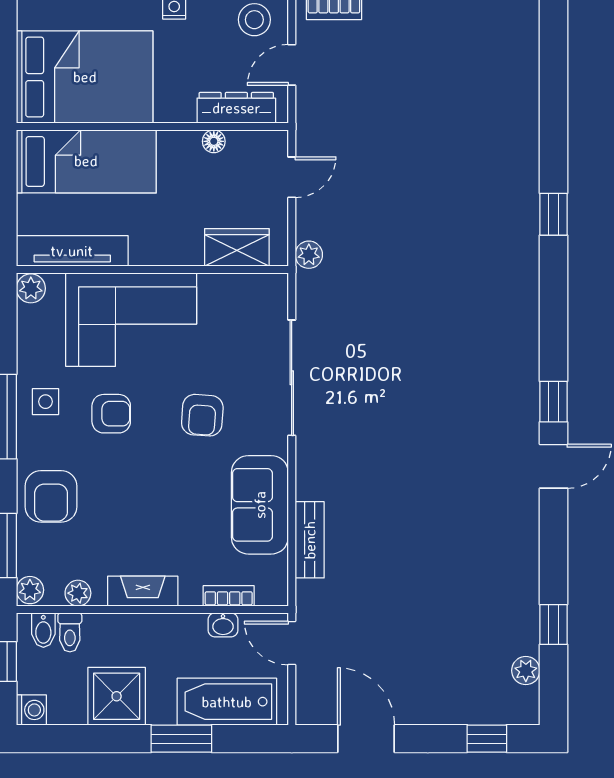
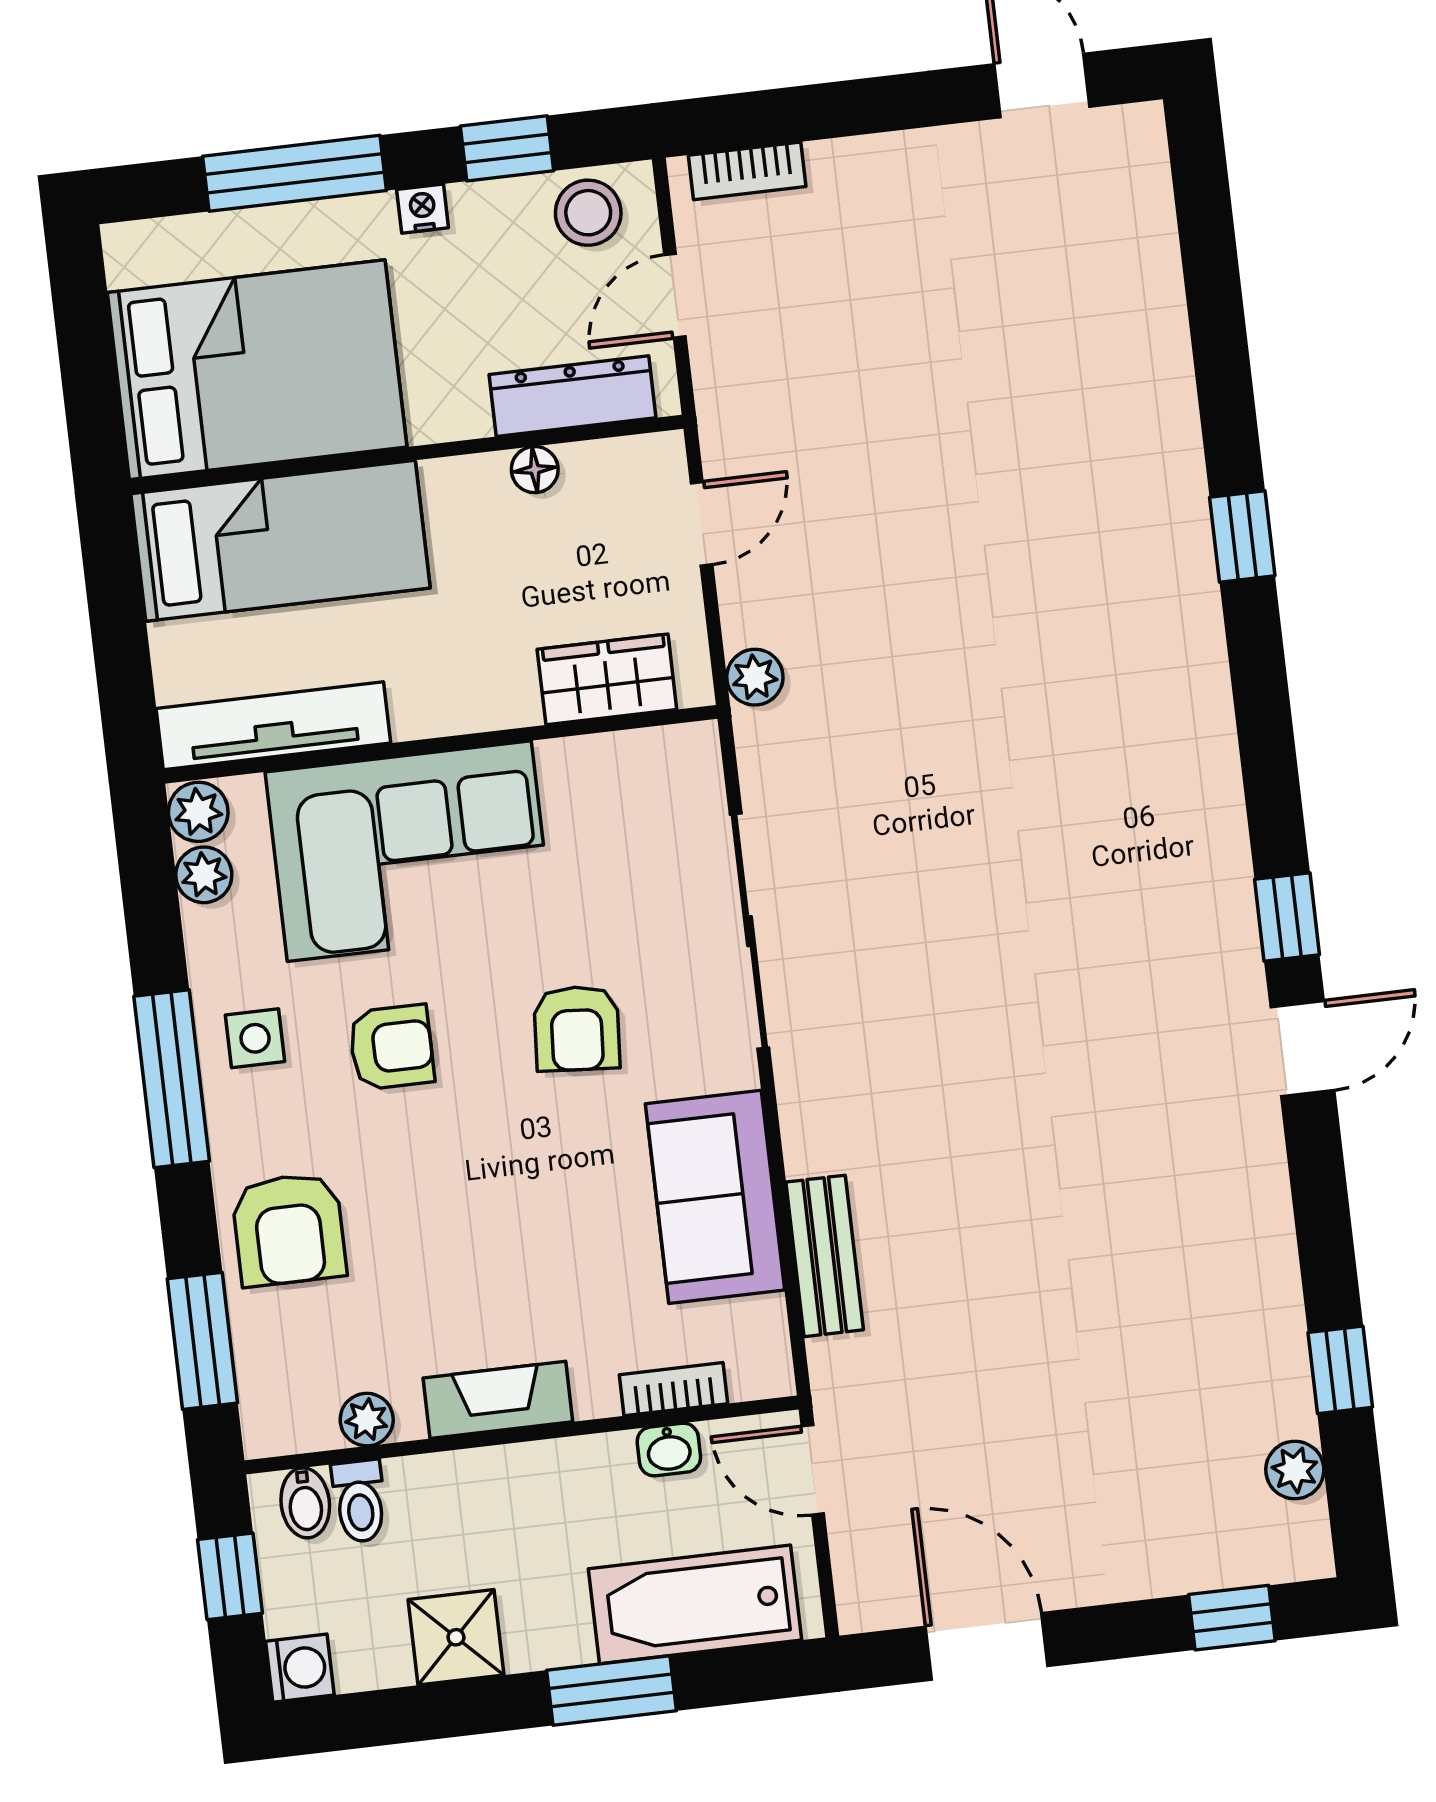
plant: (30, 590) -> (204, 875), moved
shower: (117, 696) -> (456, 1637), width x0.73, depth x0.73

